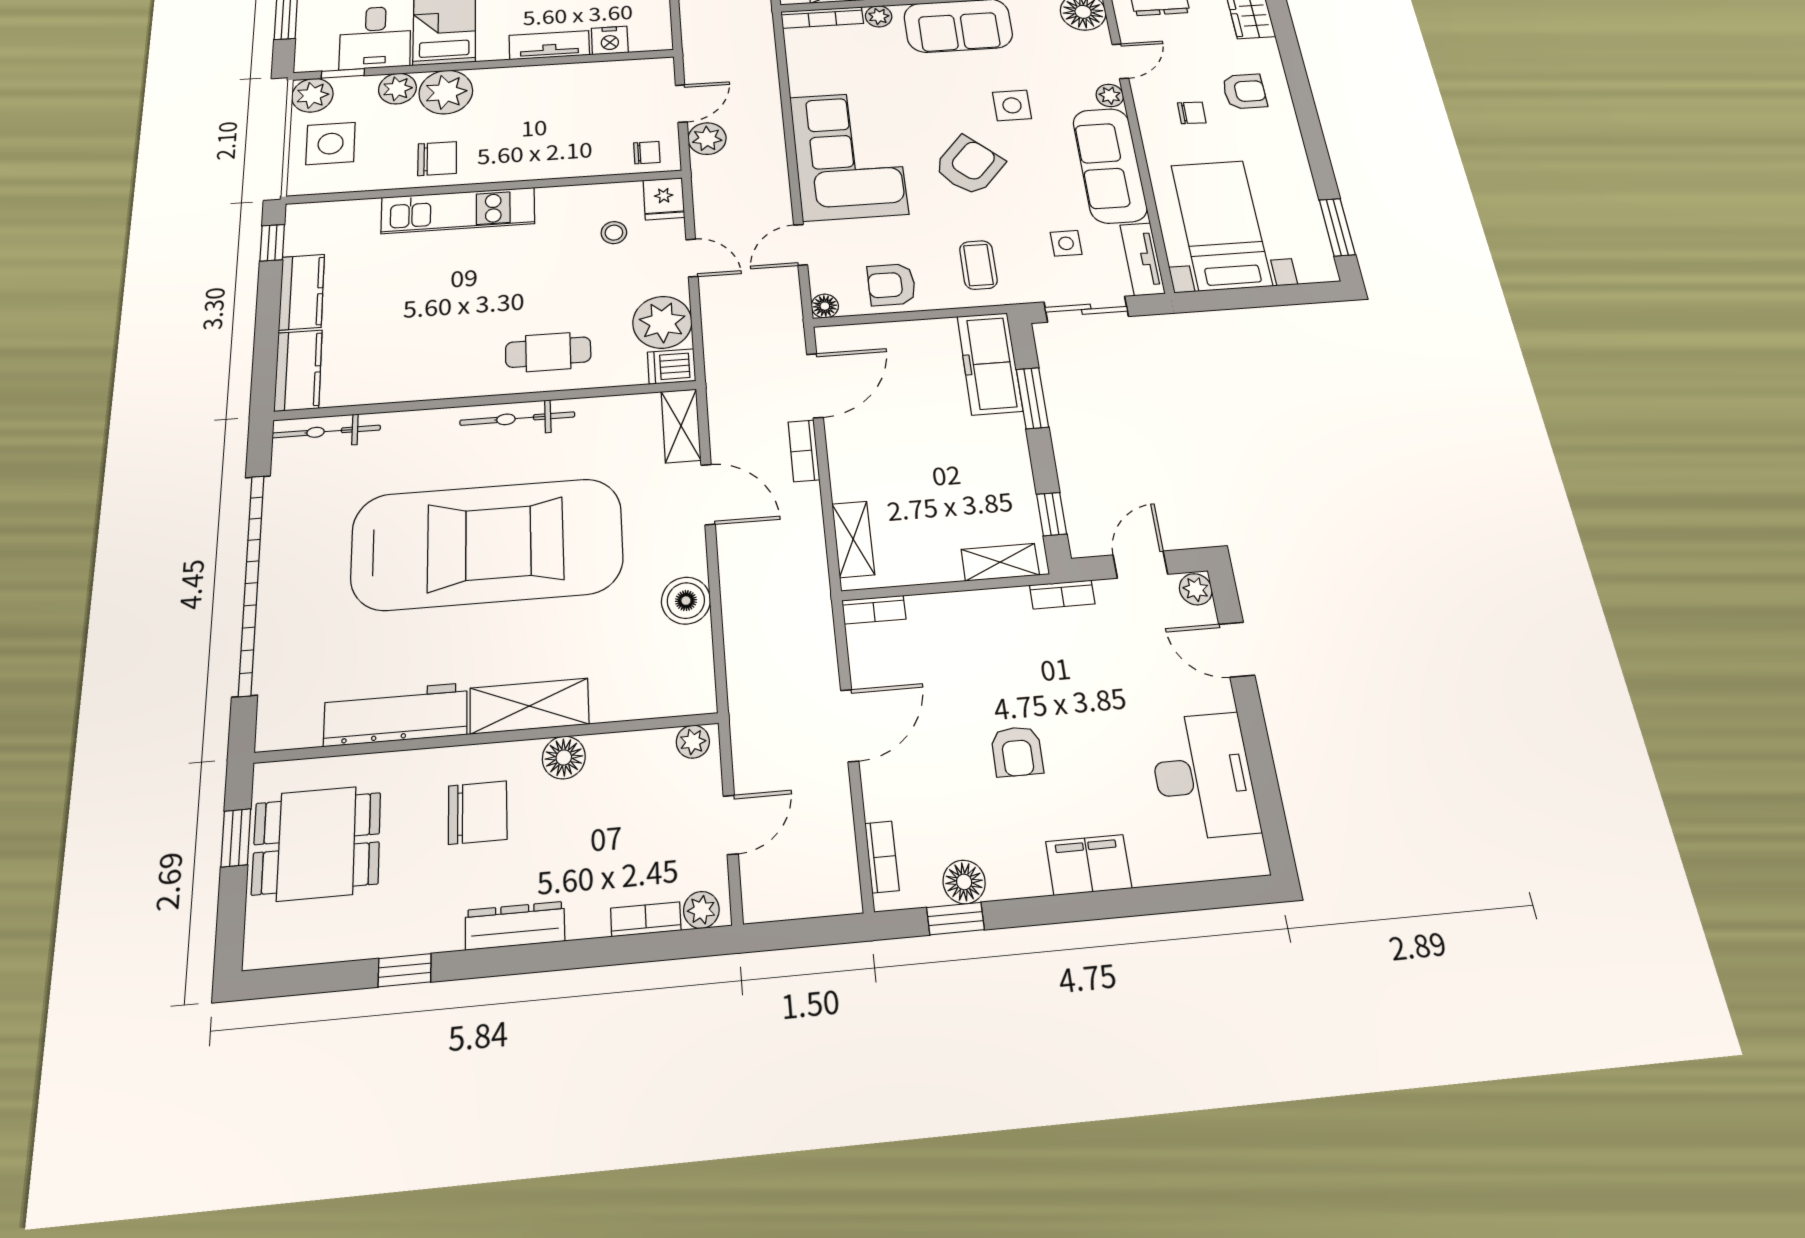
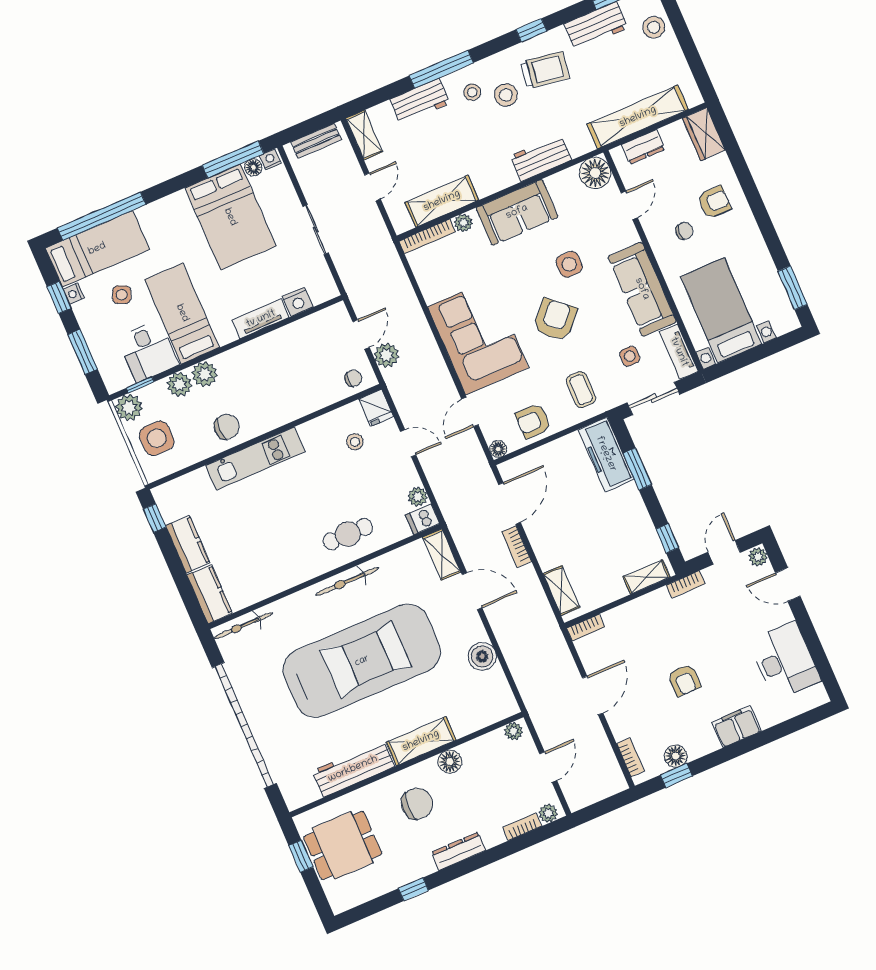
plant: (446, 92) -> (205, 374), width x0.73, depth x0.73
plant: (1110, 95) -> (629, 235), removed
plant: (662, 322) -> (418, 497), width x0.53, depth x0.53

